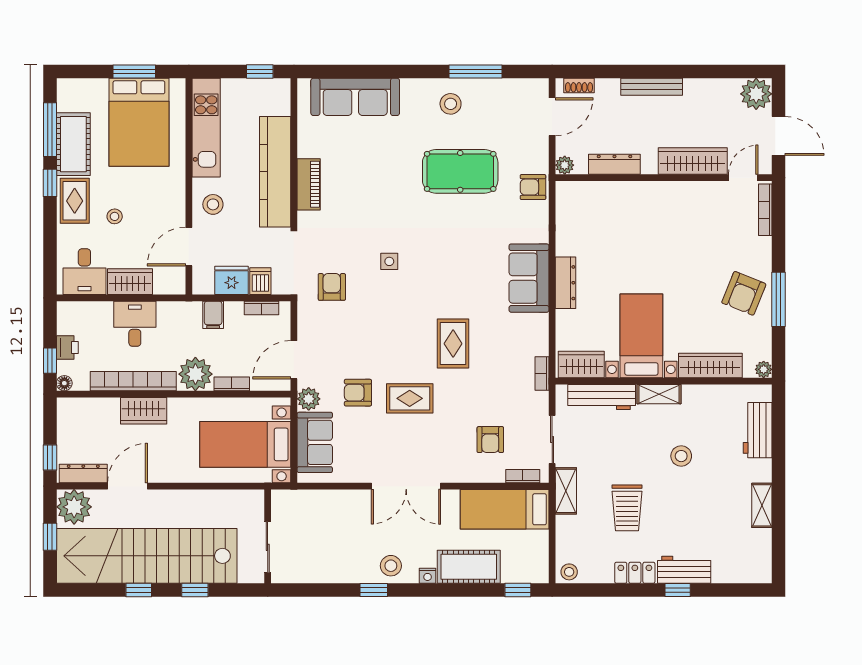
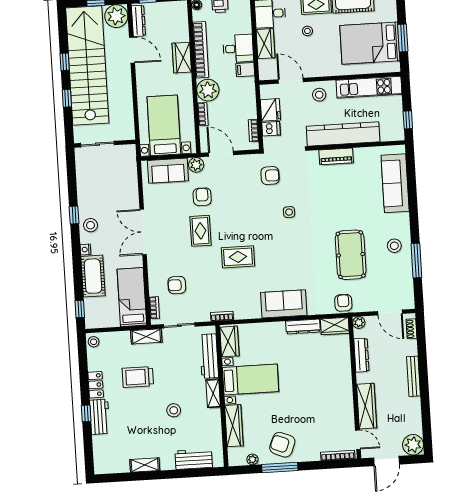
wardrobe: (568, 202) -> (335, 326), added
dresser: (565, 283) -> (303, 327), moved
filing cabinet: (213, 315) -> (245, 70), moved
plant: (764, 369) -> (252, 459), moved

